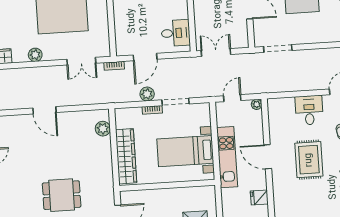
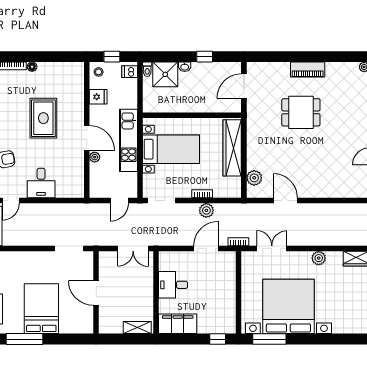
desk: (176, 33) -> (173, 285), moved
doorway: (176, 102) -> (161, 201), moved
plant: (257, 104) -> (95, 157), moved
door: (44, 110) -> (285, 201), moved
rug: (309, 160) -> (43, 118), moved

